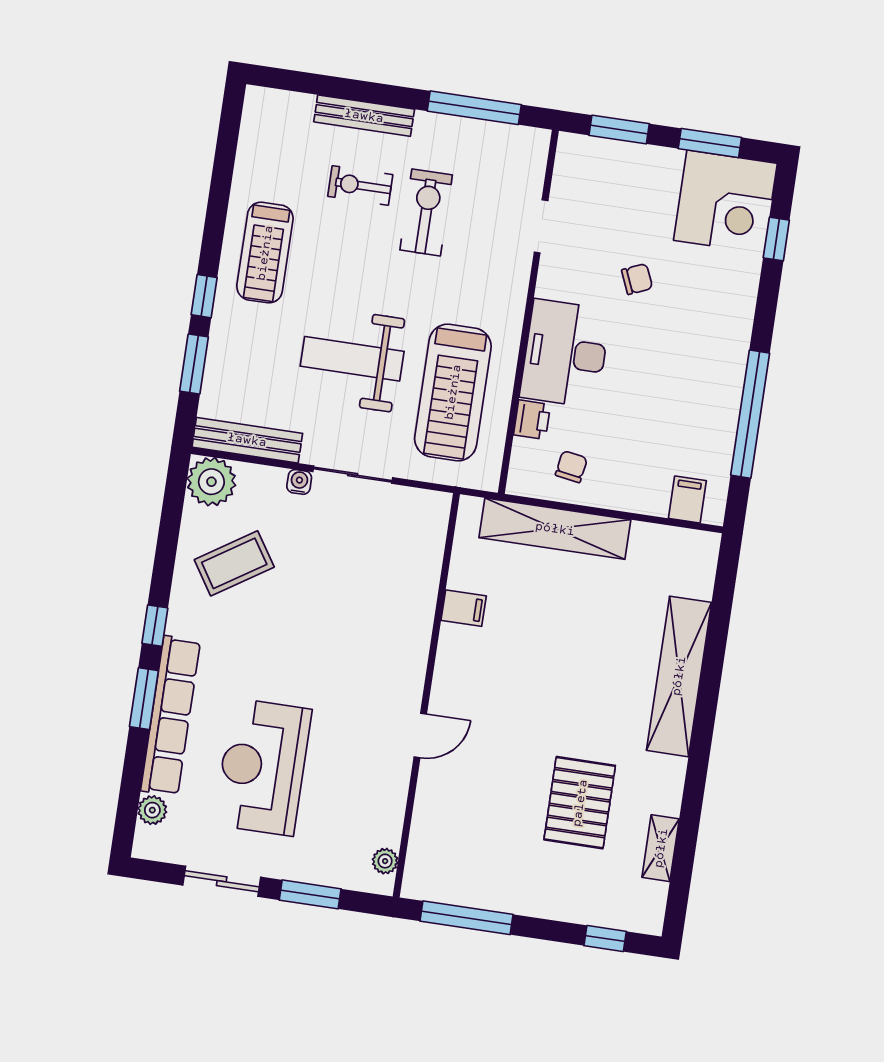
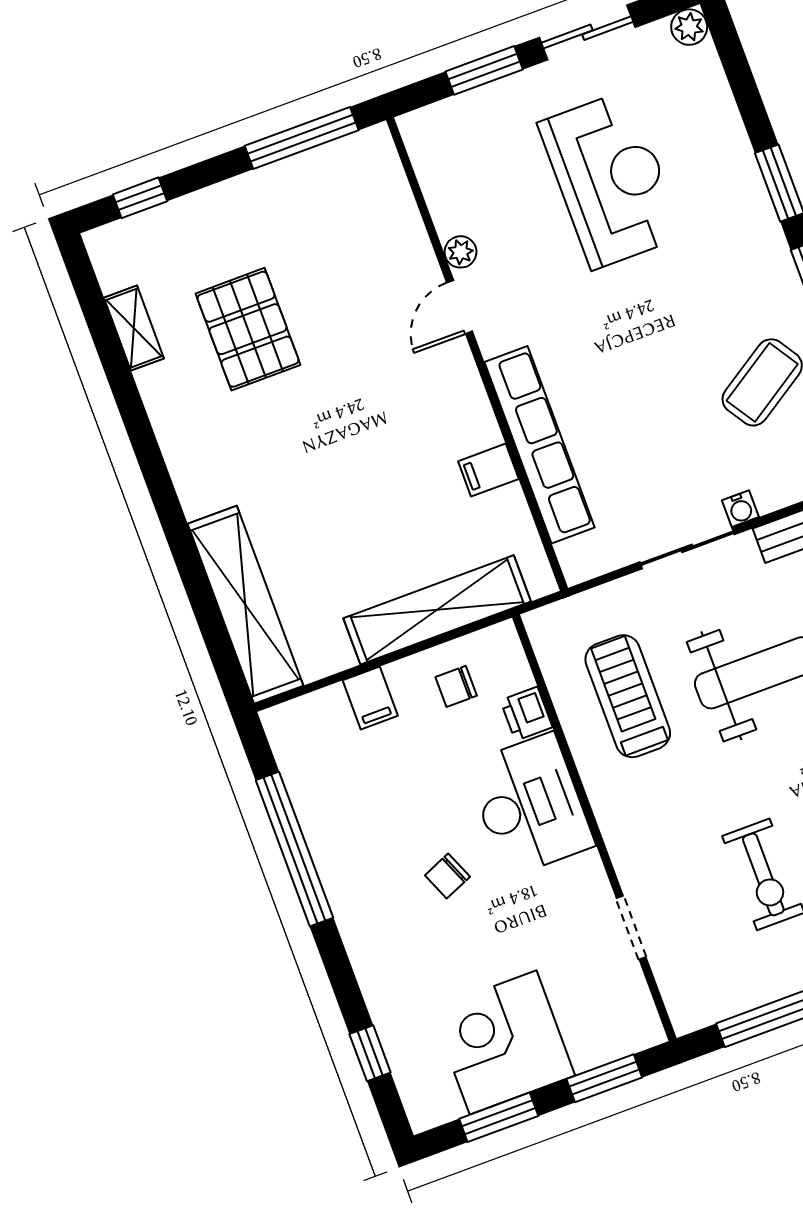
corner desk: (725, 202) -> (503, 1042), moved
chair: (637, 279) -> (447, 876), moved
treadmill: (453, 392) -> (628, 696), width x0.73, depth x0.73
chair: (571, 467) -> (456, 686), turned 81
filing cabinet: (687, 500) -> (370, 698), moved
shelving: (679, 676) -> (245, 605), moved
row of seats: (171, 716) -> (539, 445), moved, turned 180
plant: (152, 810) -> (689, 27), moved
plant: (385, 861) -> (461, 252), moved

